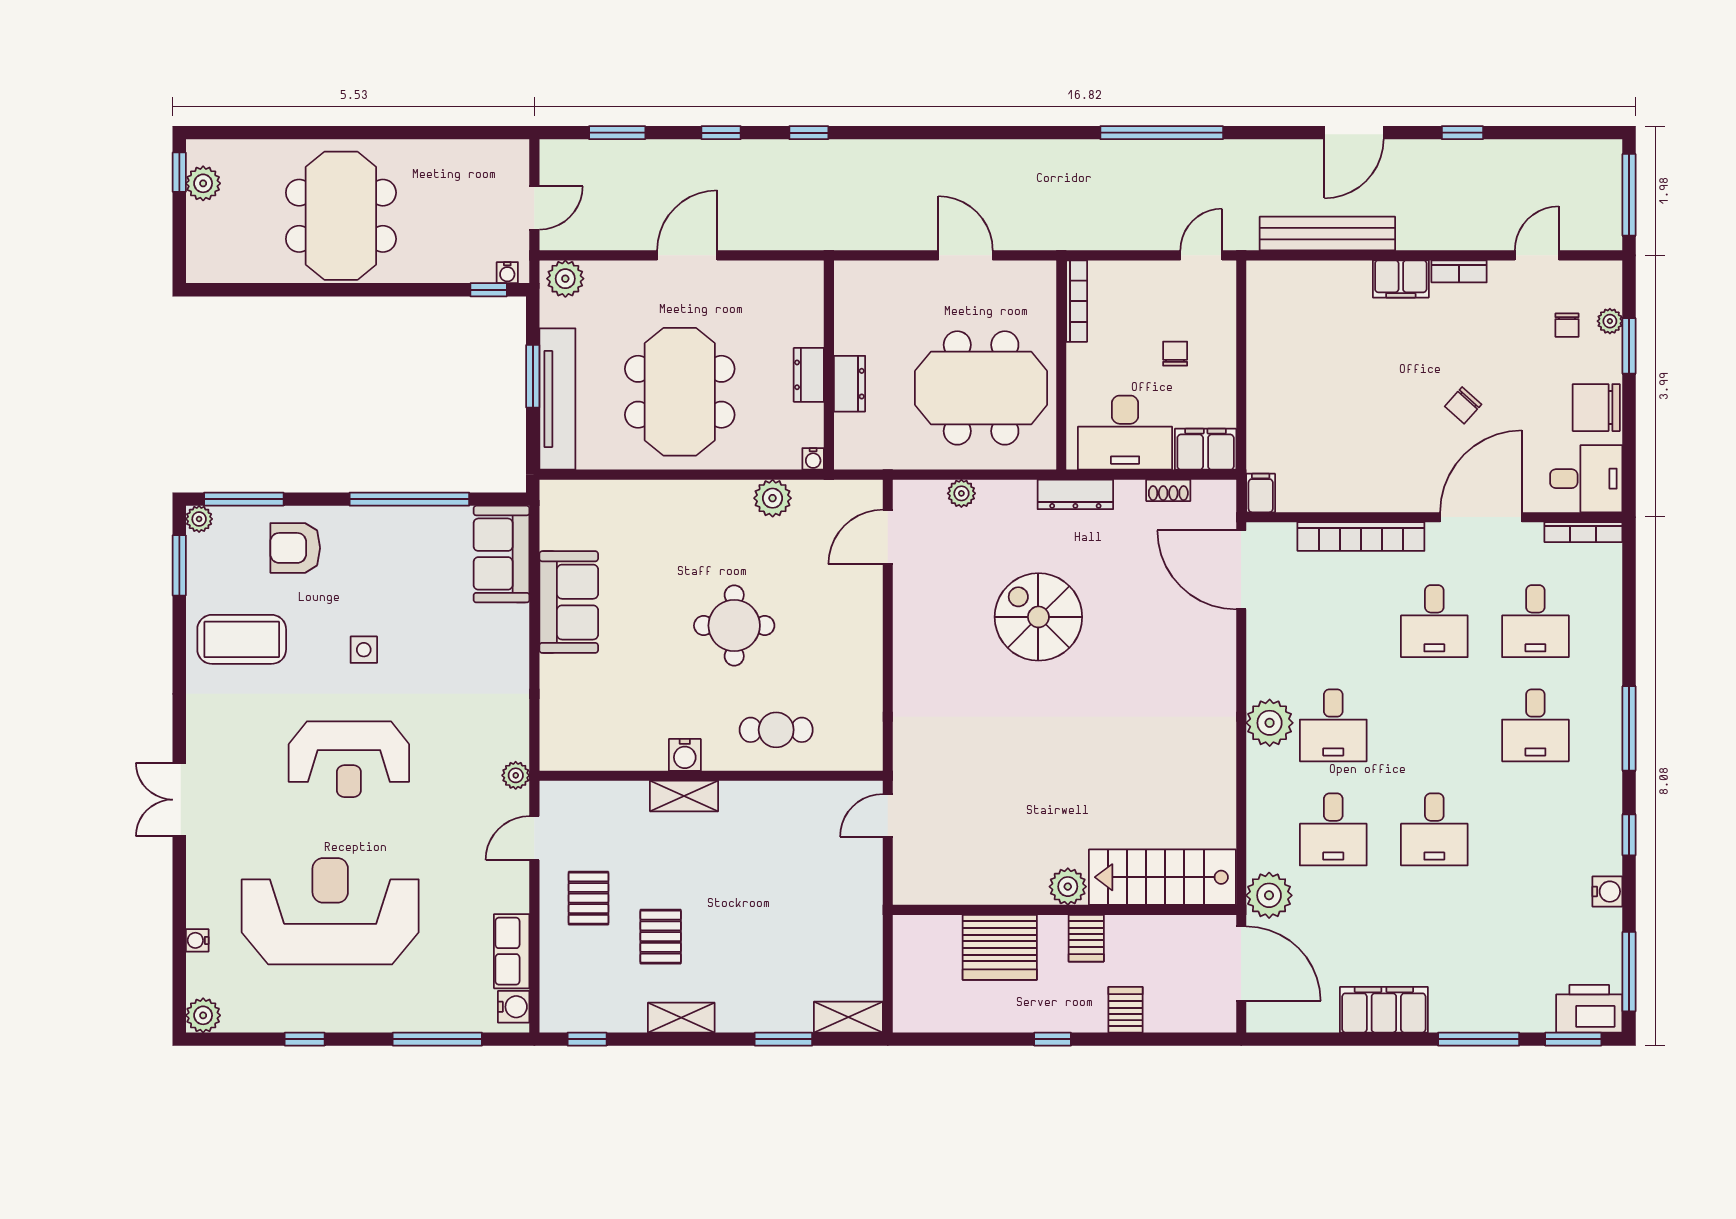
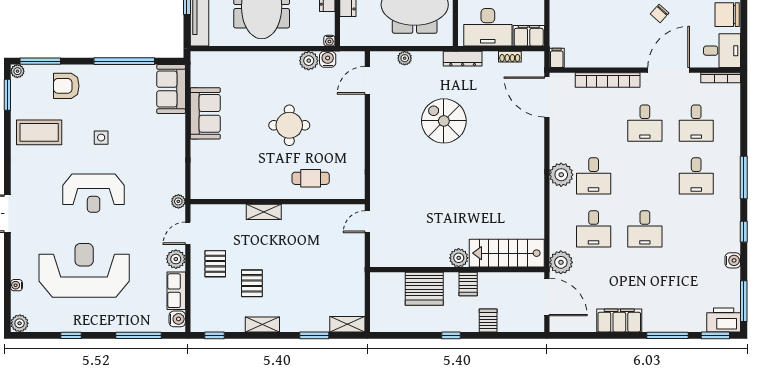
water cooler: (685, 755) -> (328, 59), moved, turned 180
plant: (511, 889) -> (176, 259), added

